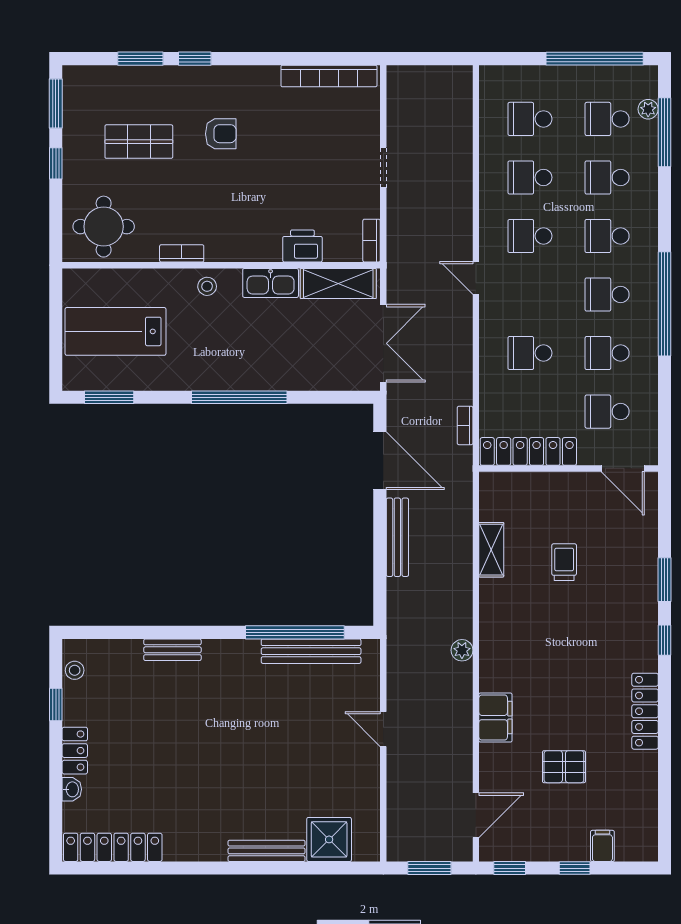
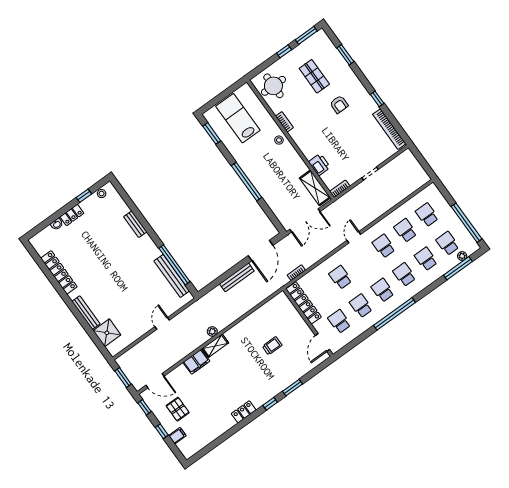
window: (195, 59) -> (377, 99), moved
kitchen sink: (271, 283) -> (297, 163), removed
shelving: (491, 550) -> (215, 346), moved
locker: (645, 711) -> (244, 412), width x0.66
pallet: (564, 767) -> (178, 409), moved
locker: (113, 847) -> (59, 272), moved

